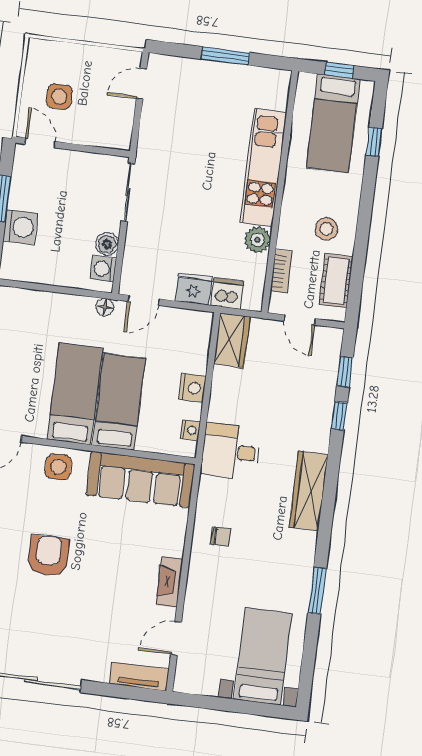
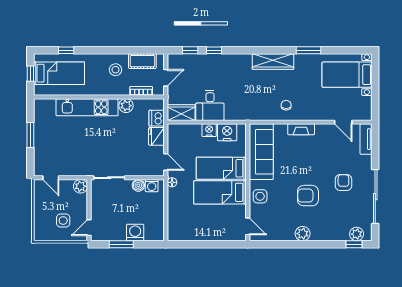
plant: (119, 137) -> (80, 186), added
nightstand: (190, 430) -> (227, 132), width x1.89, depth x1.79
desk: (231, 452) -> (210, 105), moved
wardrobe: (309, 491) -> (273, 62), moved
fireplace: (170, 582) -> (301, 129), moved
armchair: (64, 624) -> (343, 183), added

